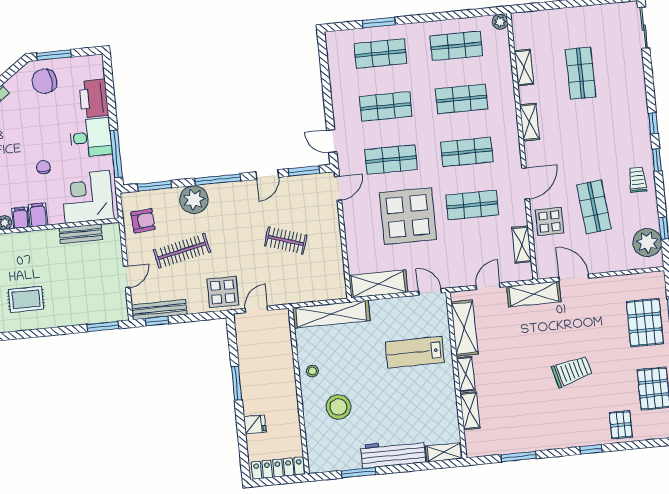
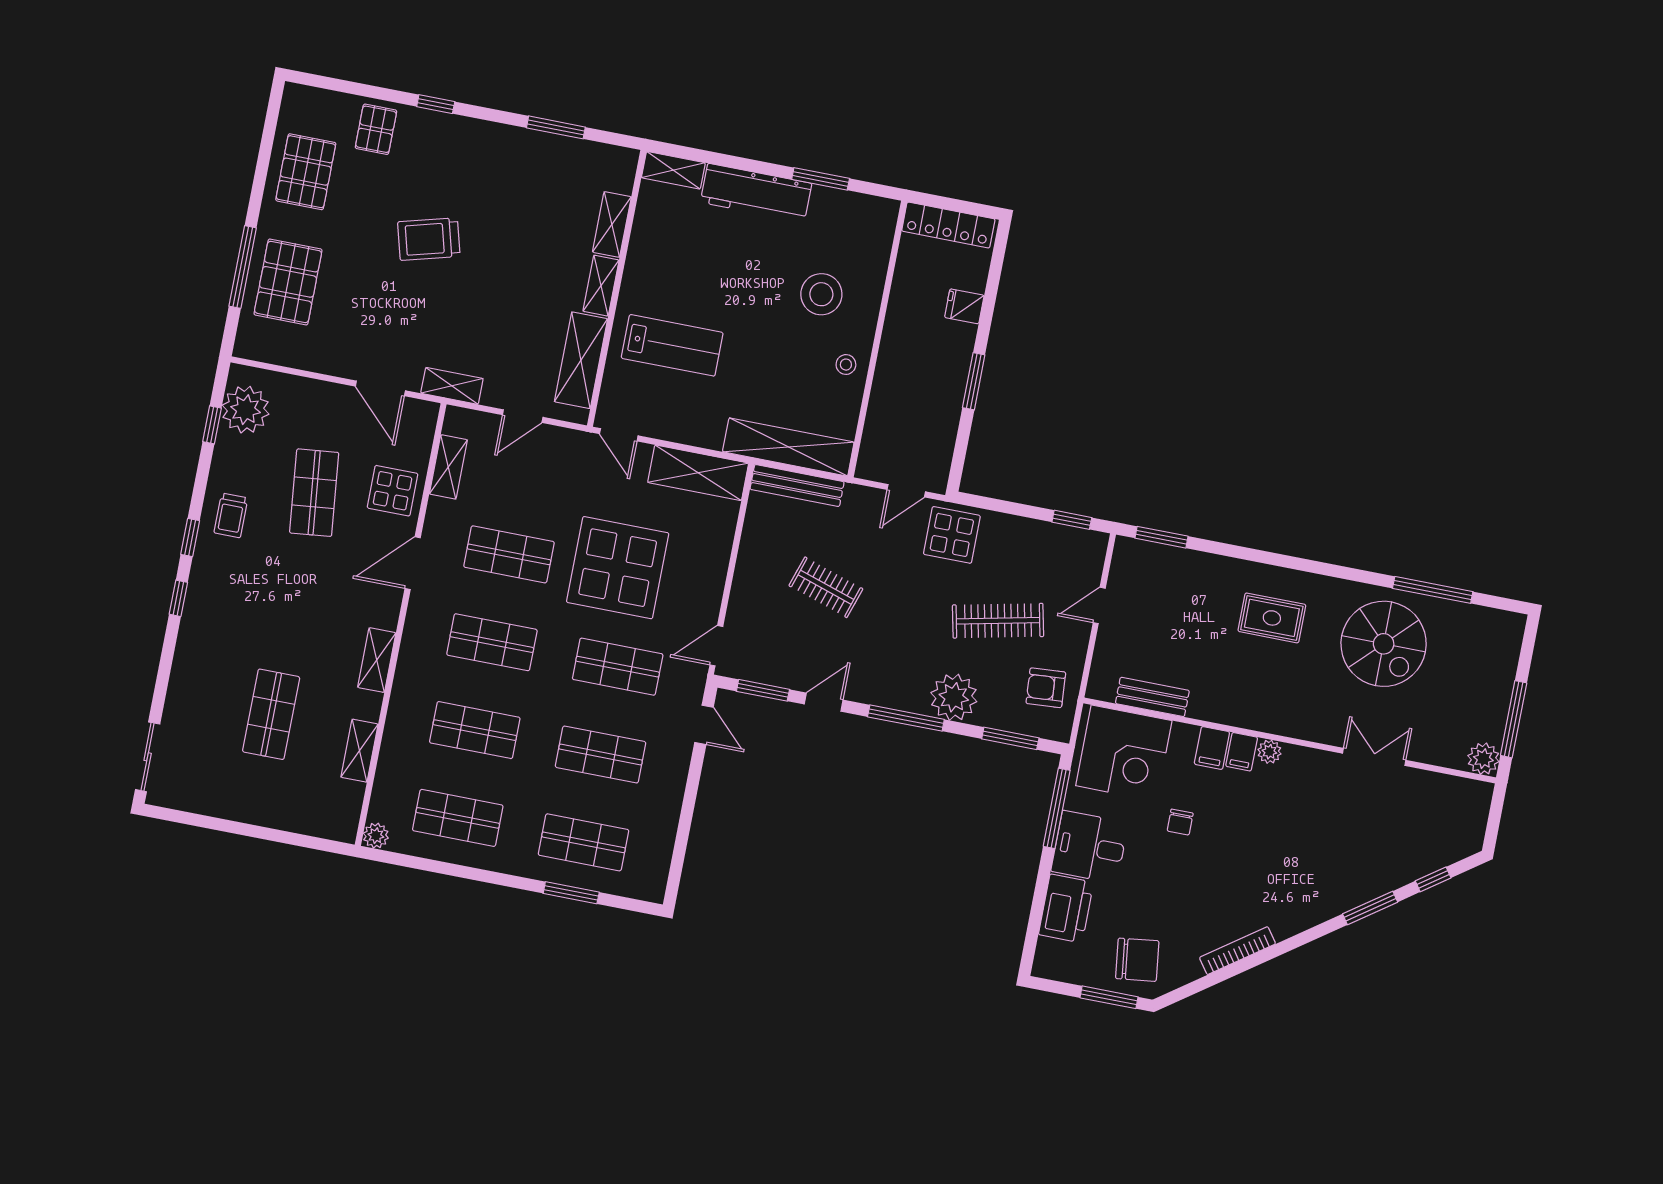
shelving: (534, 294) -> (452, 386), width x0.67, depth x0.75
bench: (159, 310) -> (797, 486), moved

